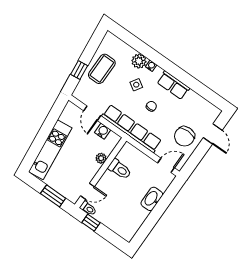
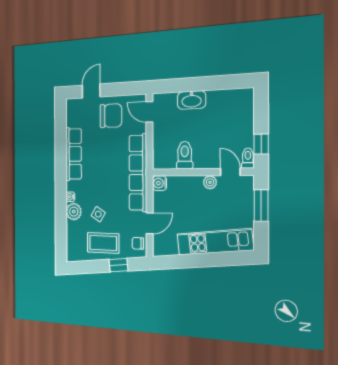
side table: (136, 85) -> (98, 214), moved
row of seats: (173, 85) -> (74, 154), width x1.48
chair: (151, 106) -> (138, 243), moved
water cooler: (103, 131) -> (159, 183), moved
plant: (101, 158) -> (210, 182), moved

